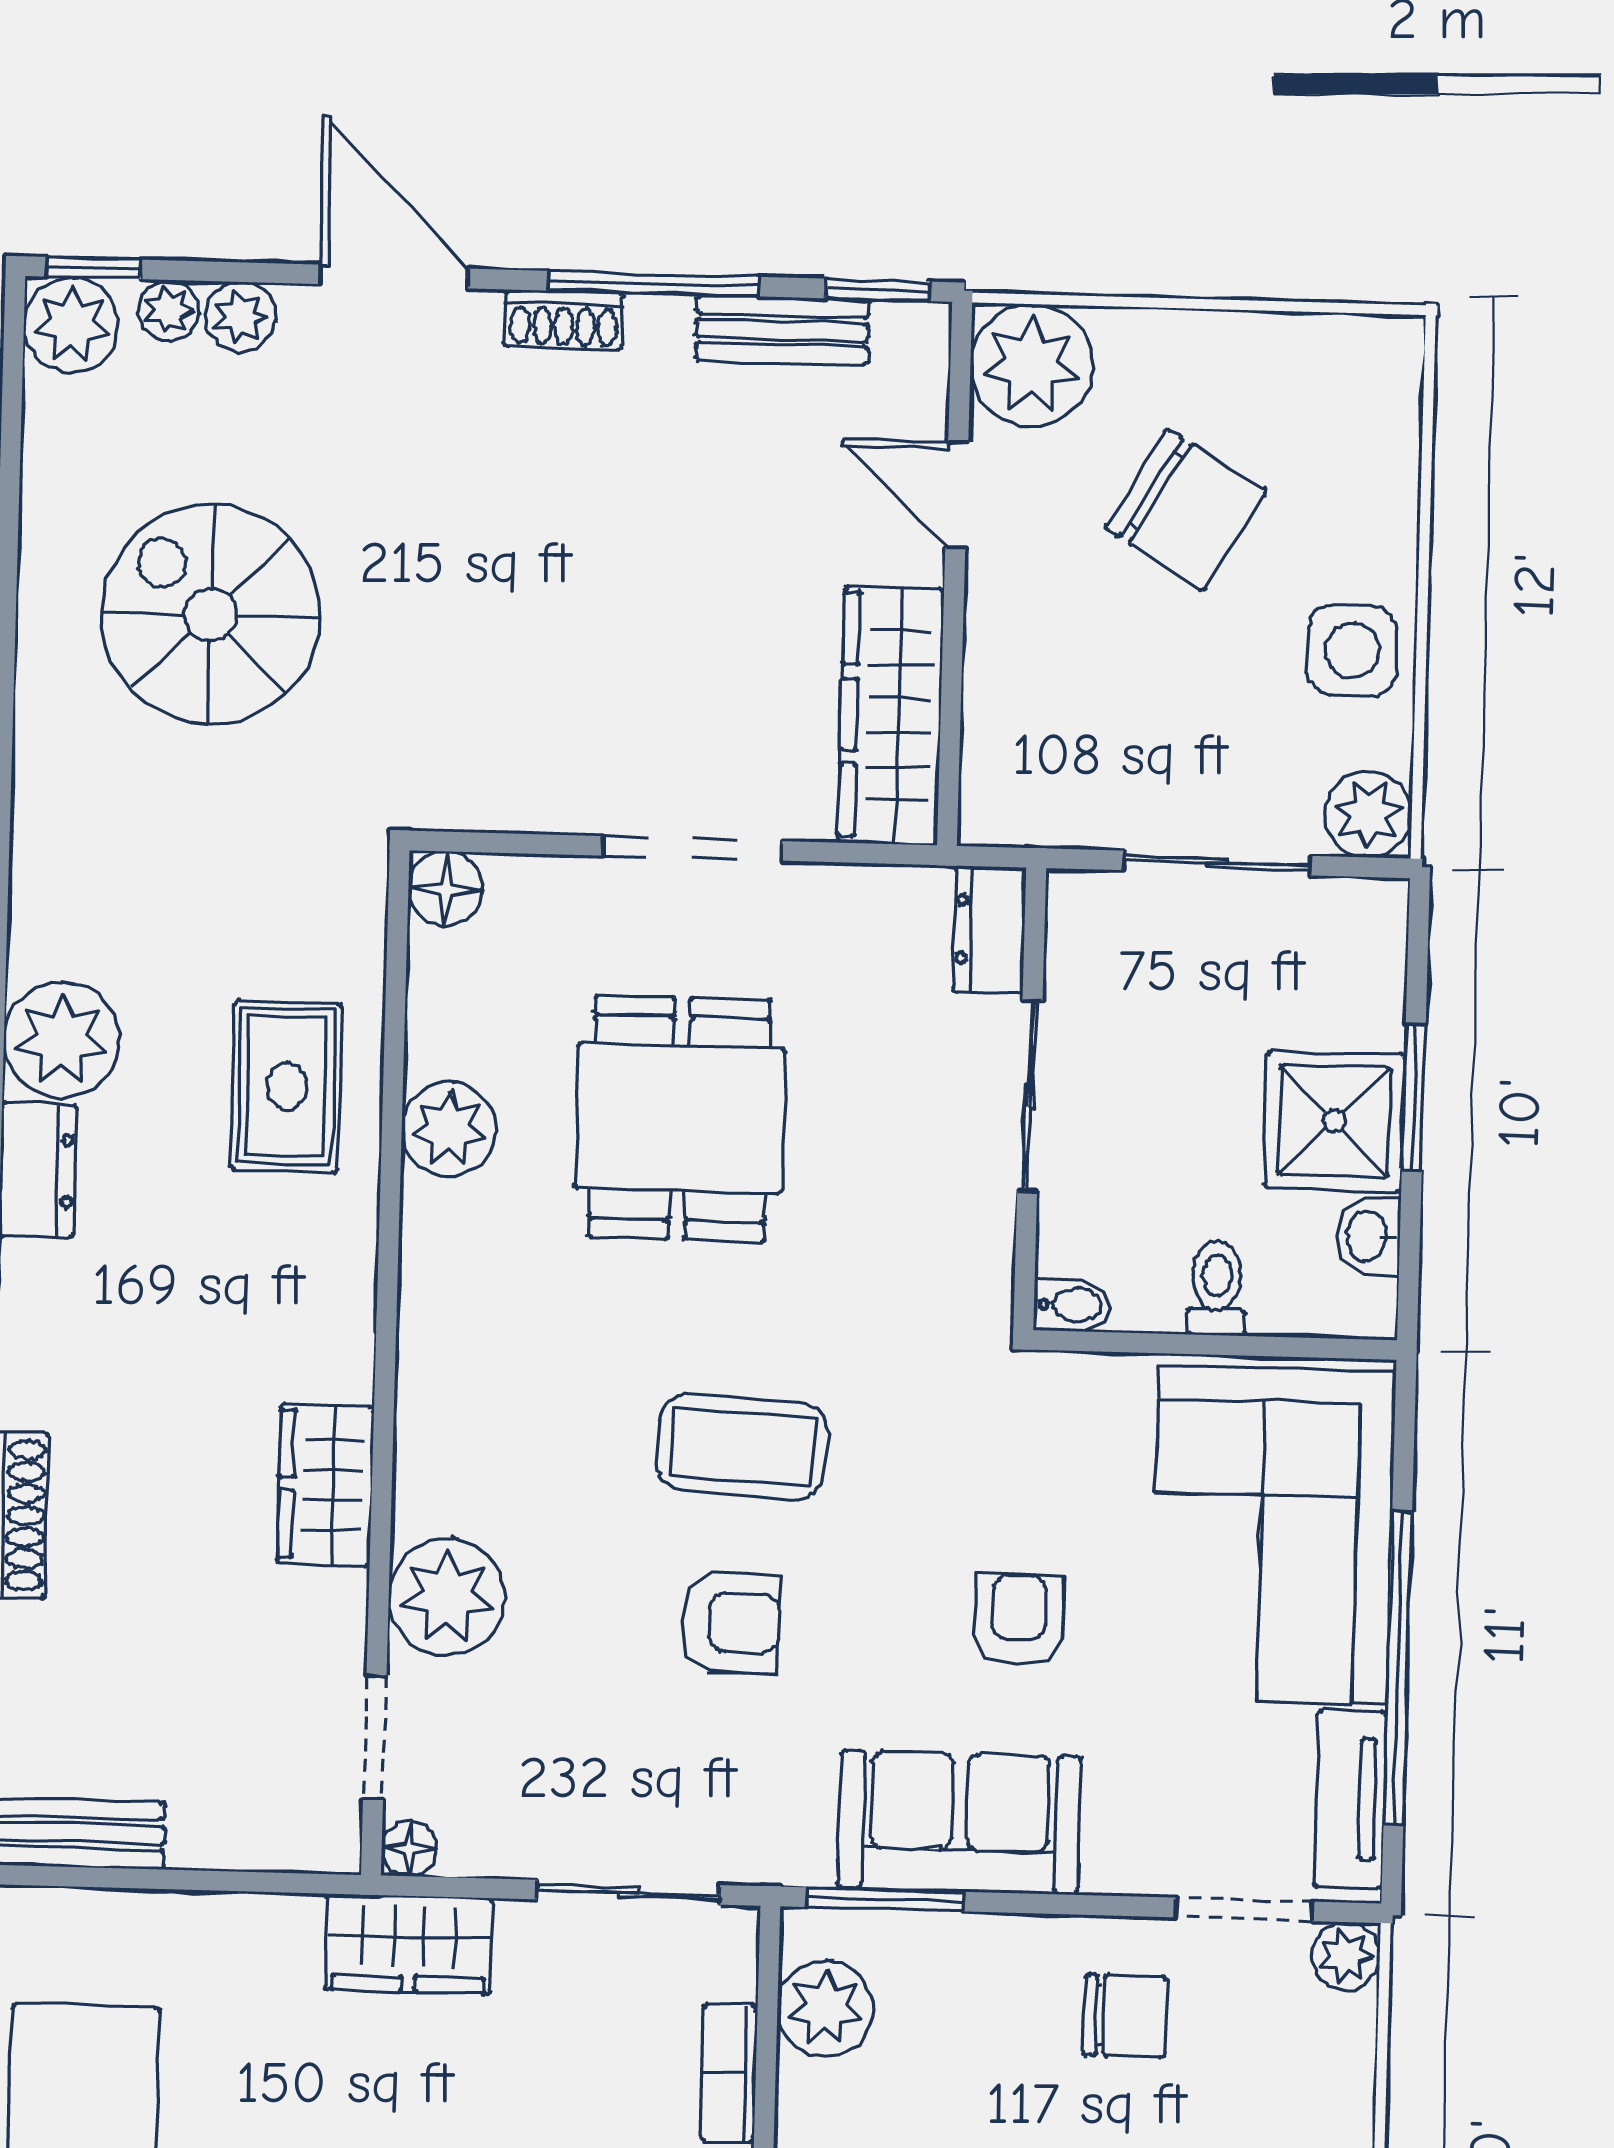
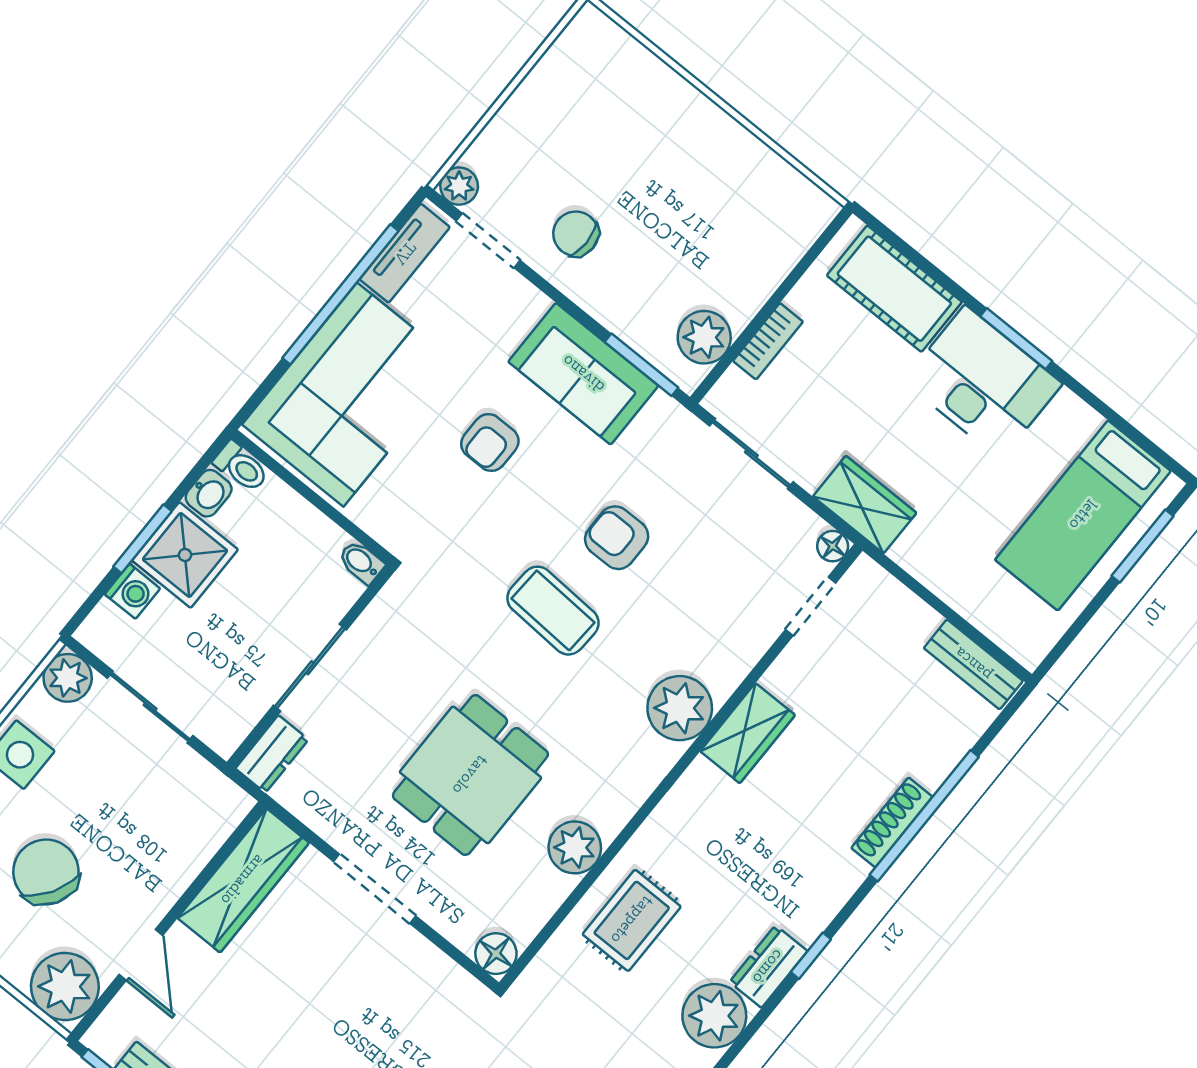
washing machine: (1370, 1010) -> (132, 591), added
toilet: (1217, 1288) -> (241, 467), moved, turned -90
plant: (447, 1597) -> (680, 708), moved

